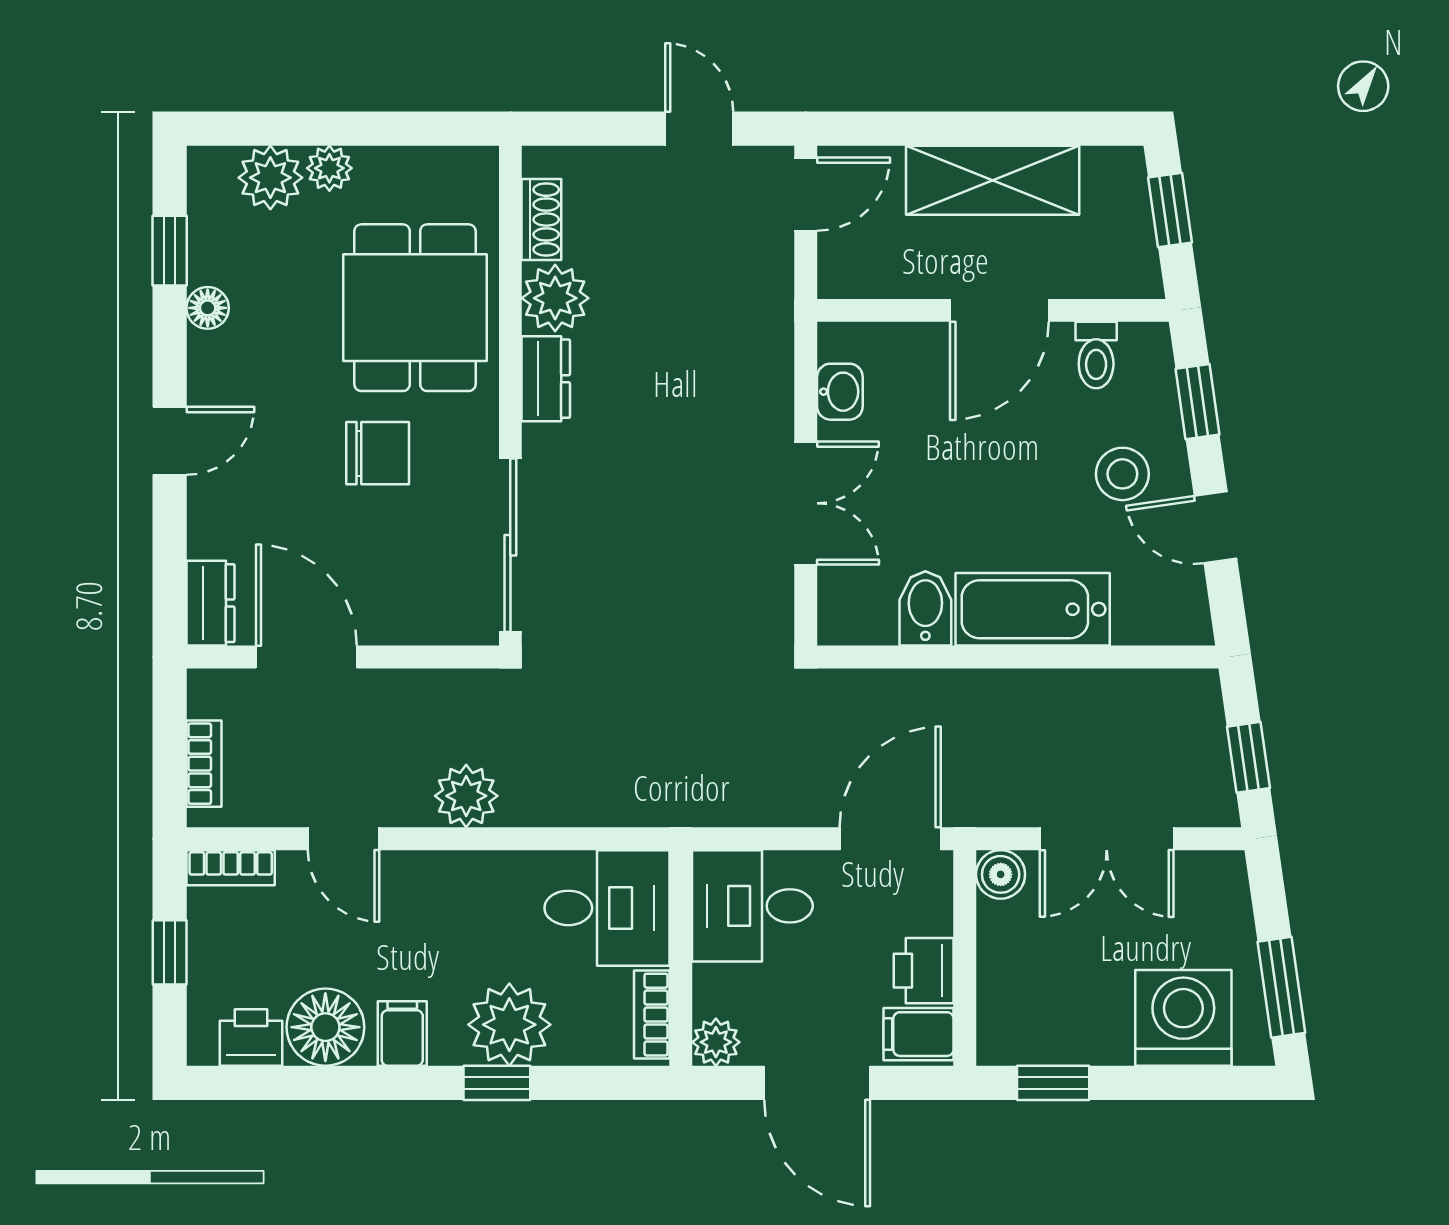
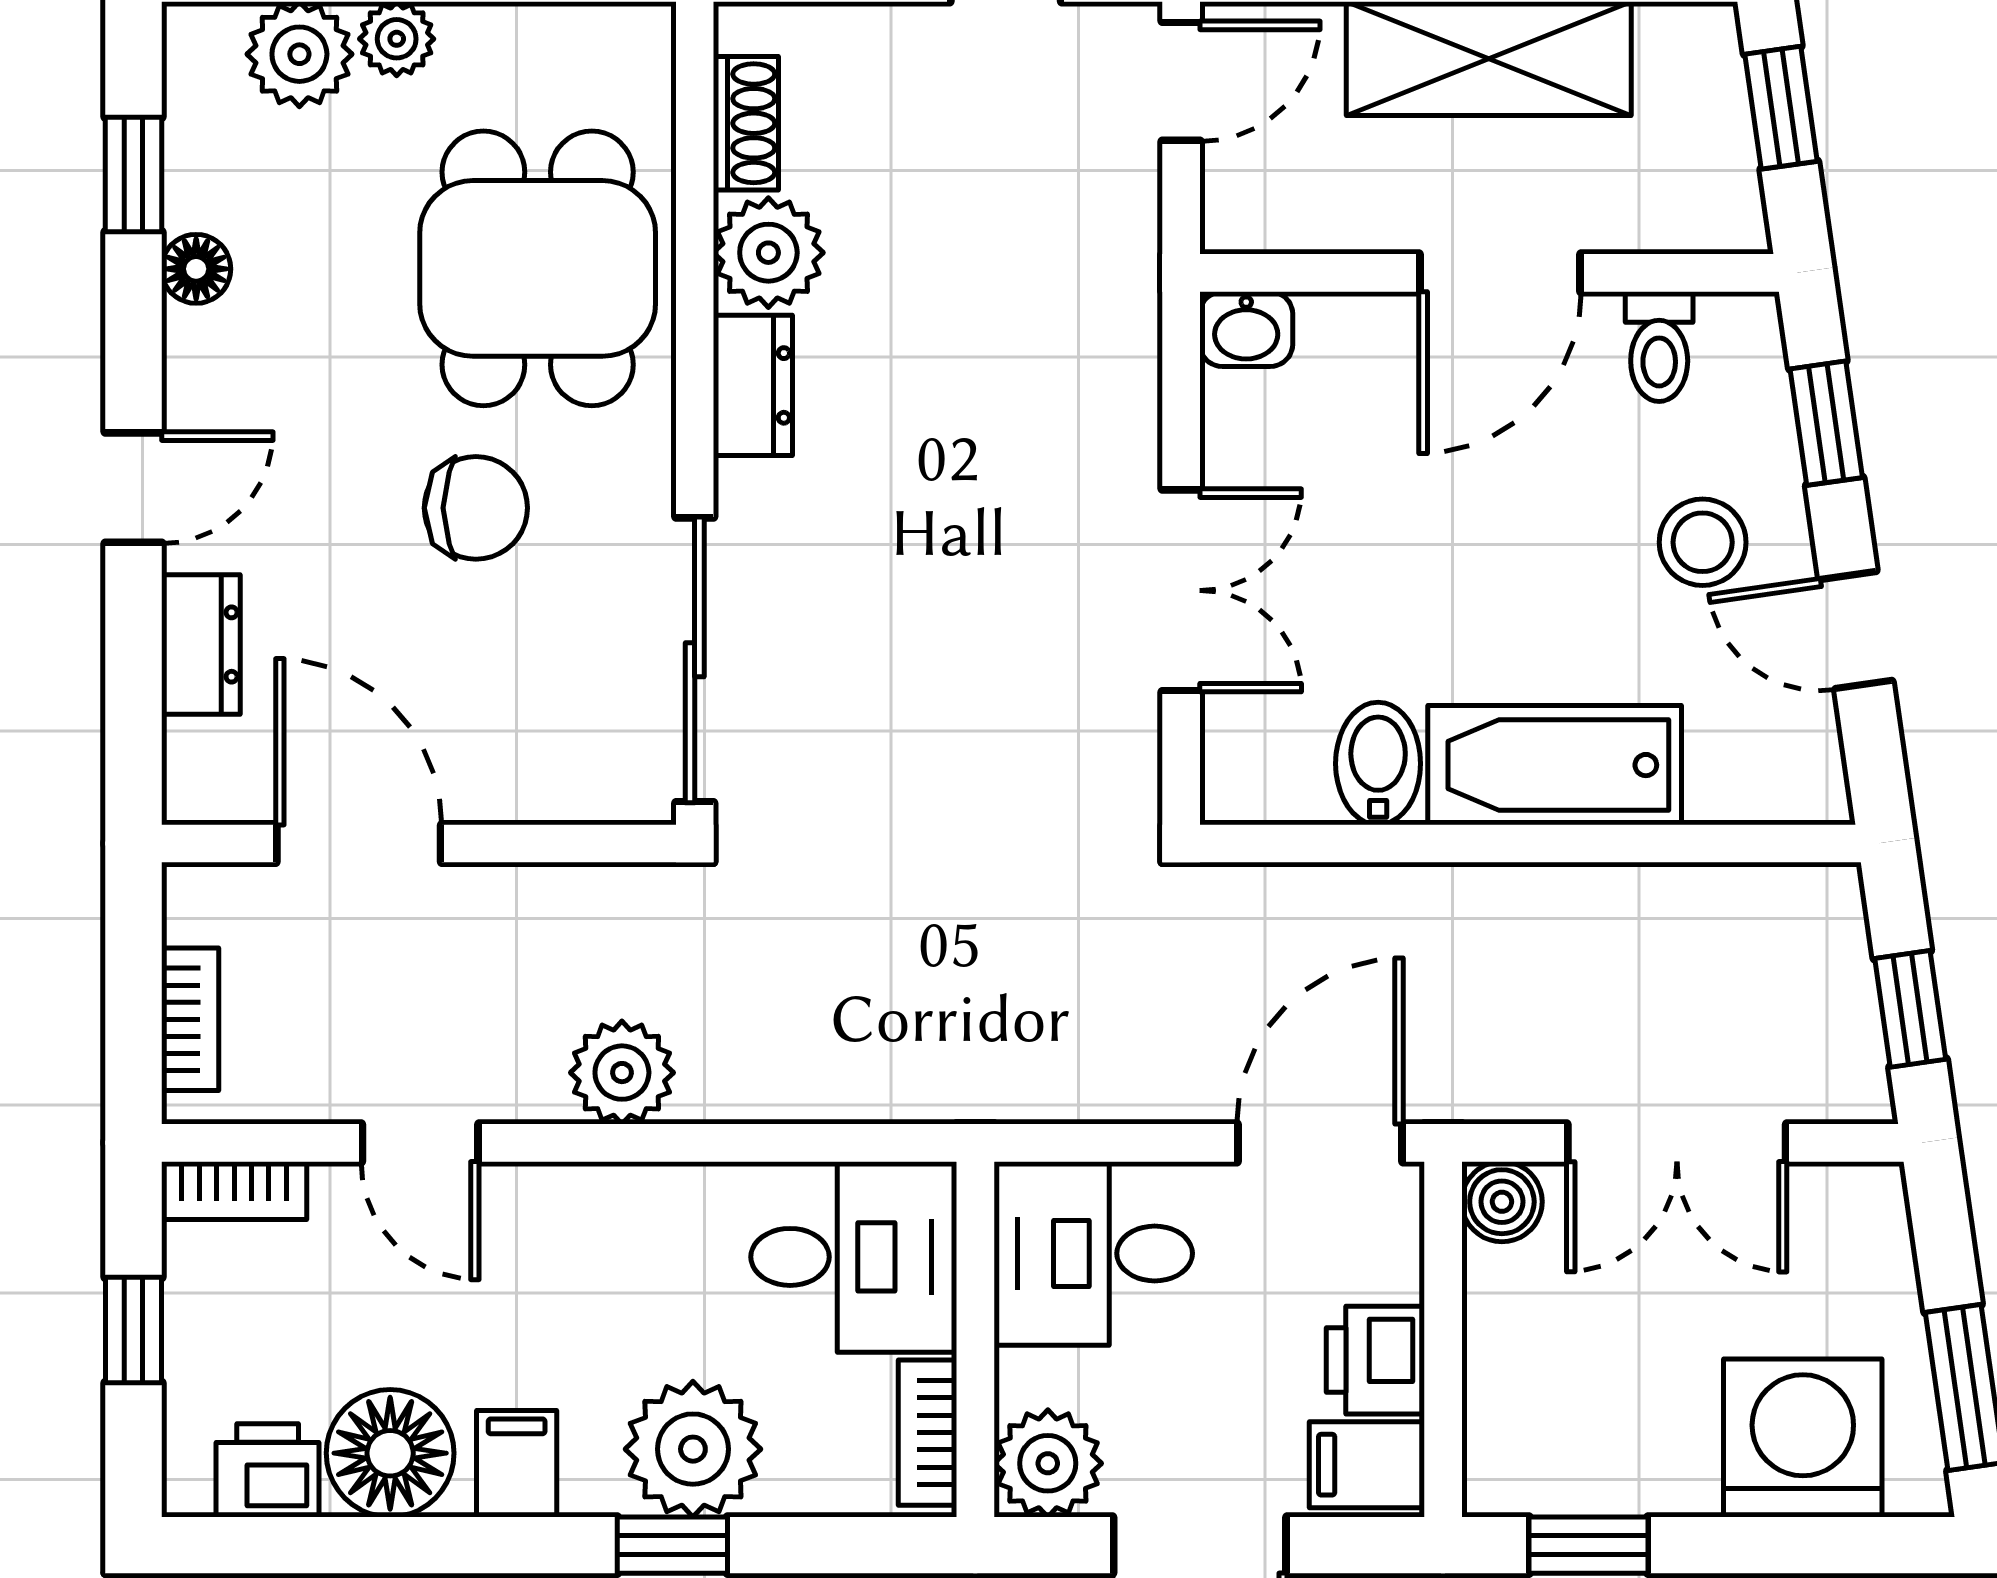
washbasin: (840, 392) -> (1246, 329), moved, turned 90
dresser: (210, 603) -> (201, 645), moved
plant: (716, 1042) -> (1048, 1463), width x1.38, depth x1.38

